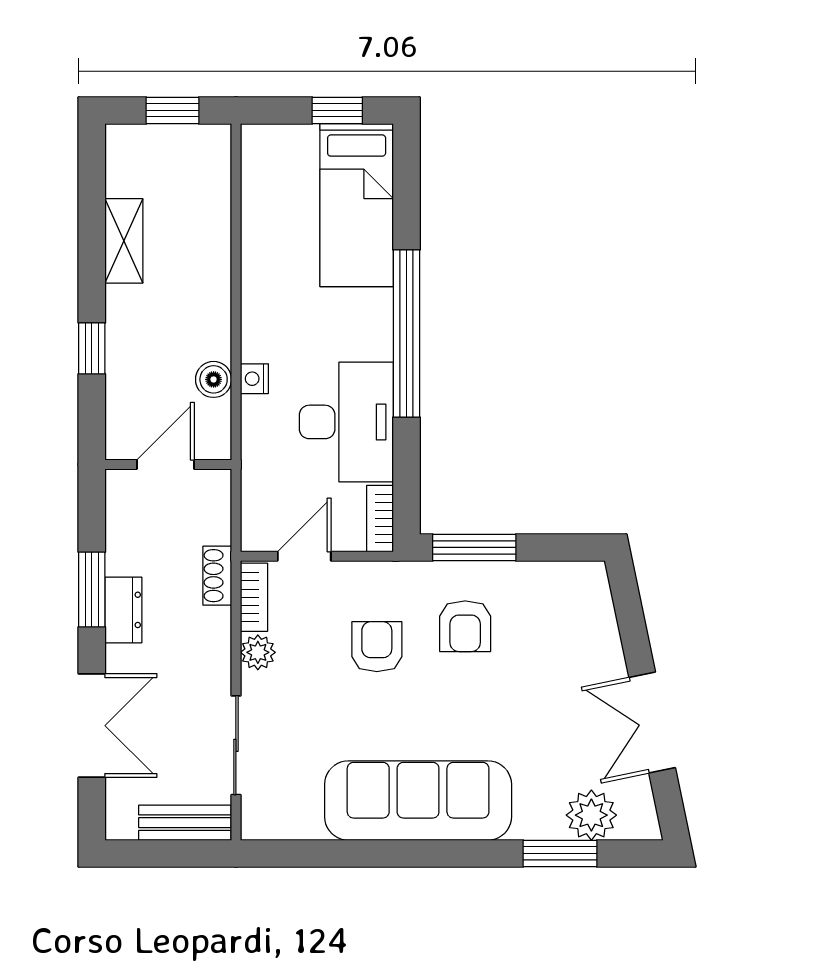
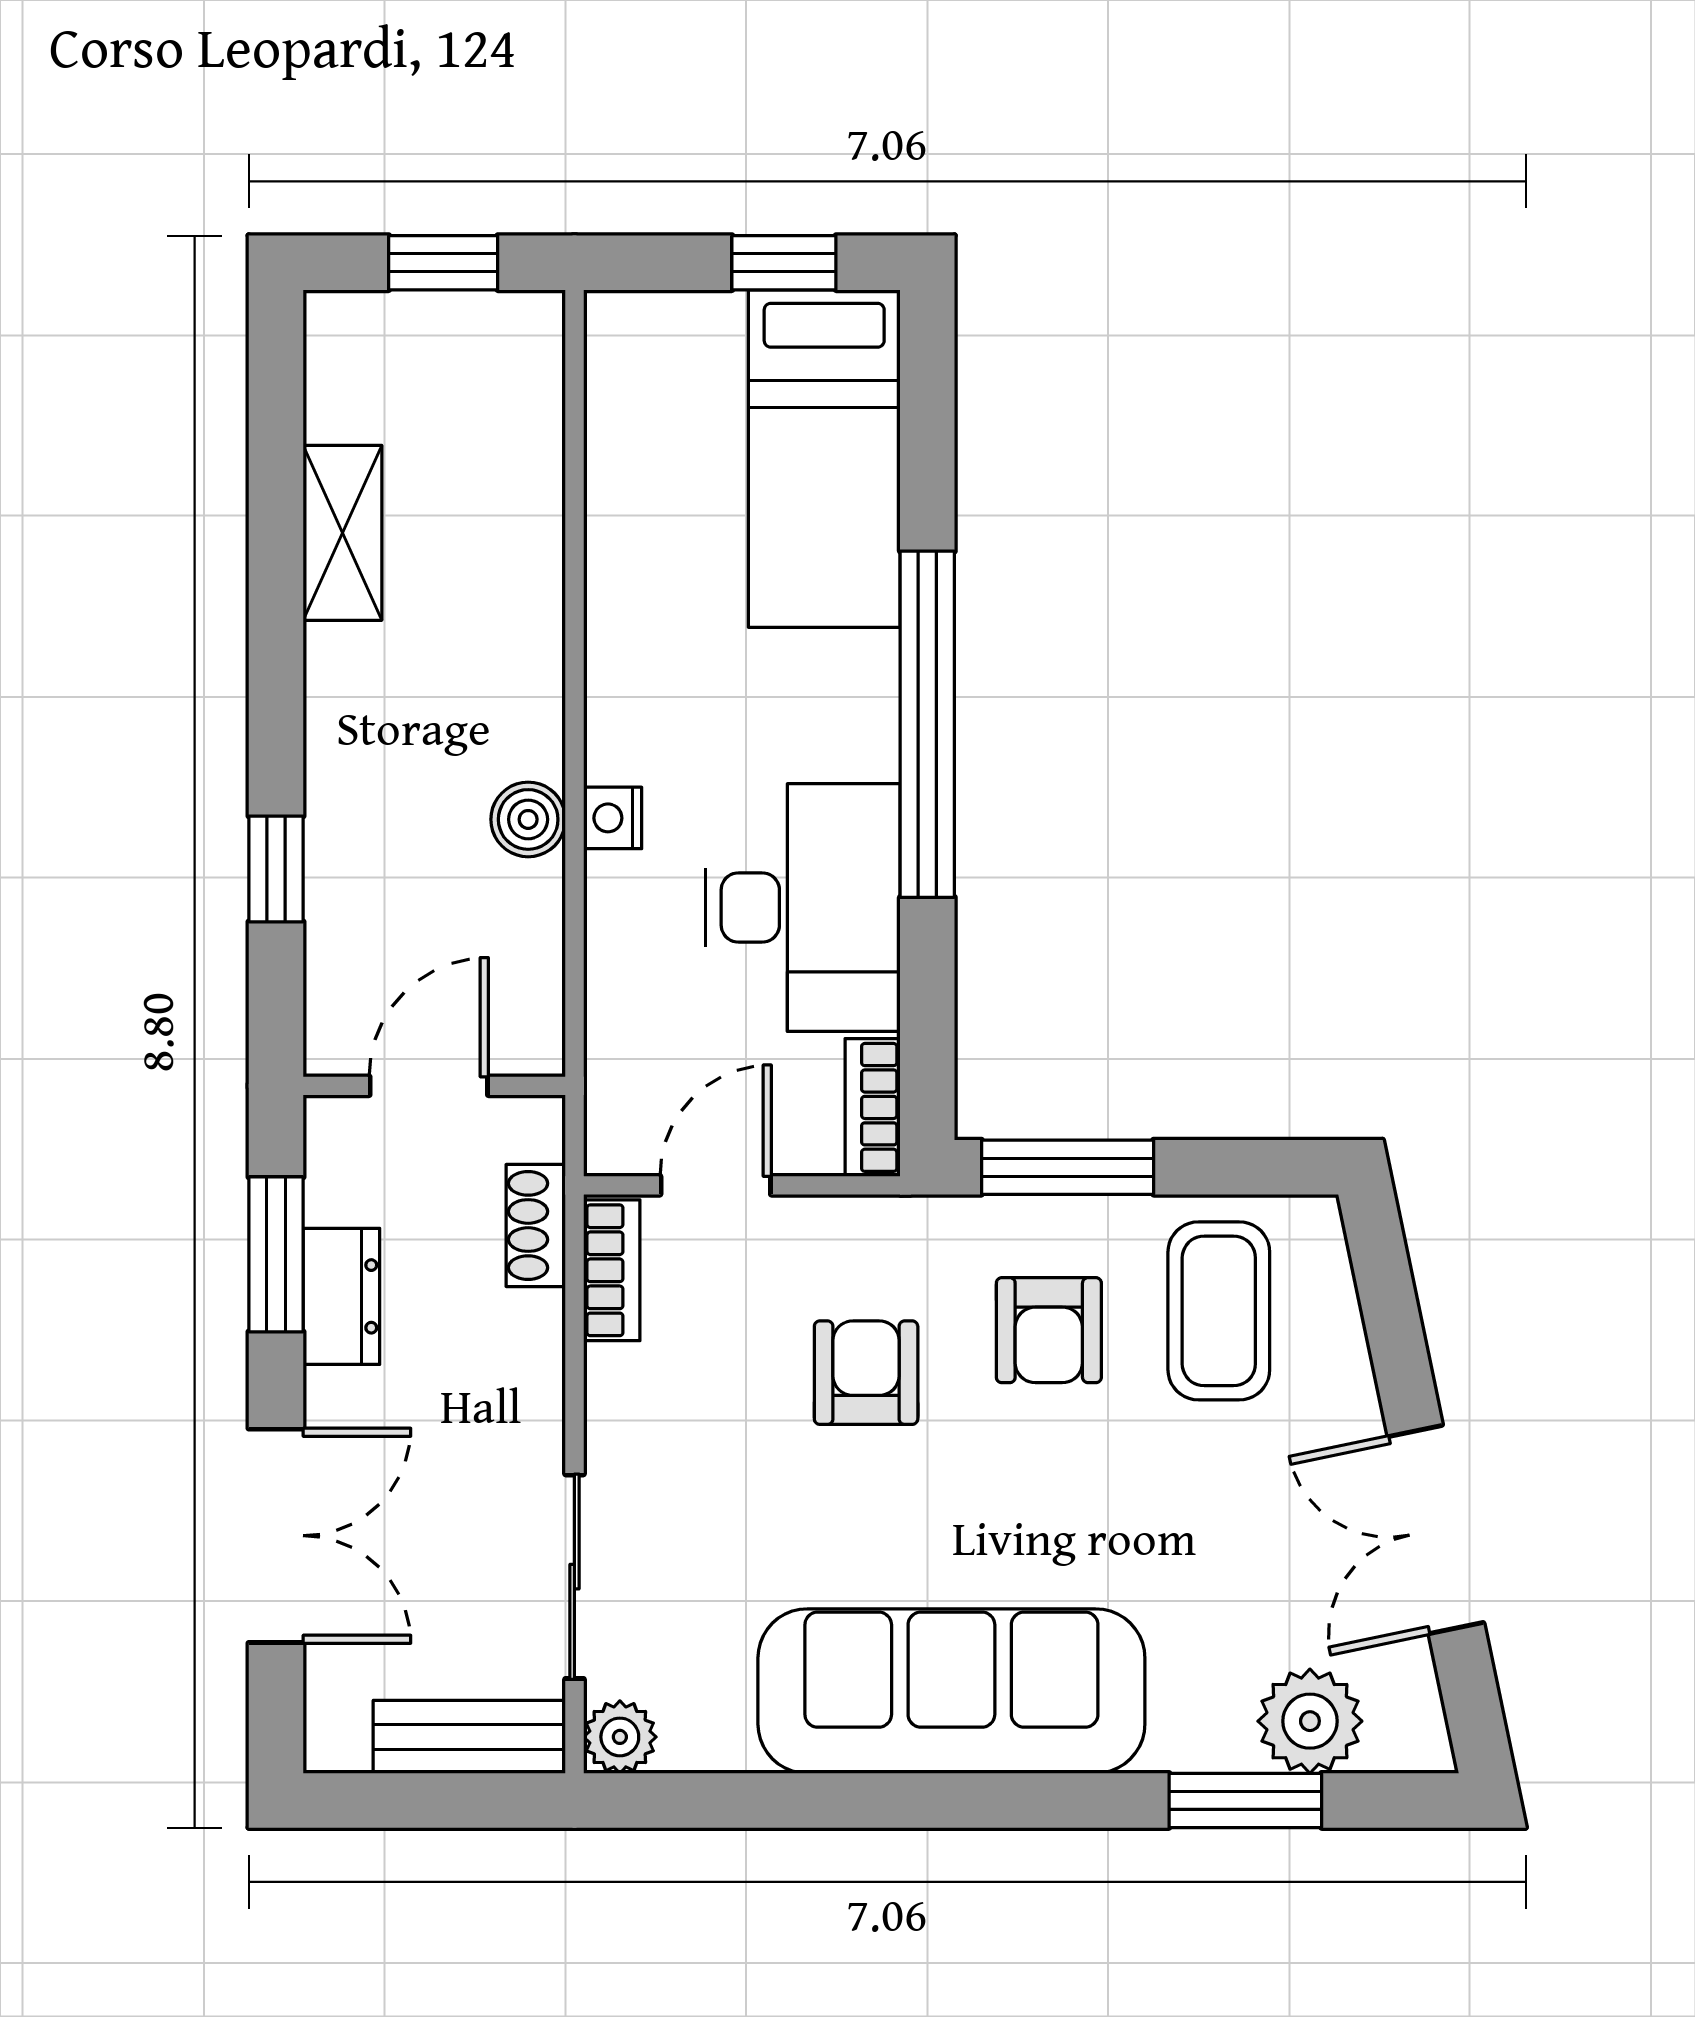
window: (92, 348) -> (276, 869), moved
door: (166, 464) -> (429, 1086), moved
wall: (168, 464) -> (434, 1086), moved
coffee table: (547, 617) -> (1219, 1311), added
plant: (258, 652) -> (620, 1737), moved

